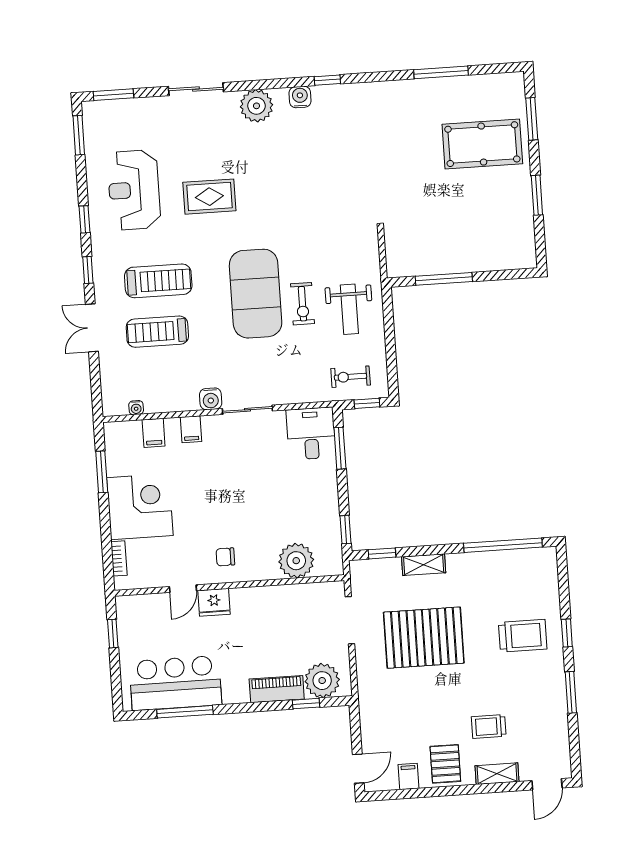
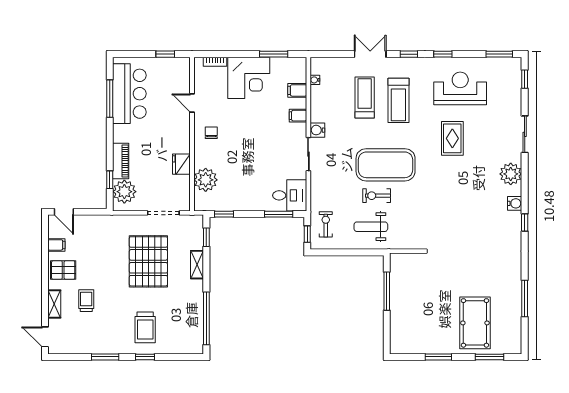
window: (113, 95) -> (525, 79), width x0.67
fridge: (214, 602) -> (181, 164), moved

